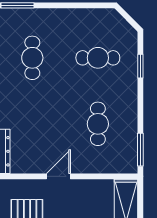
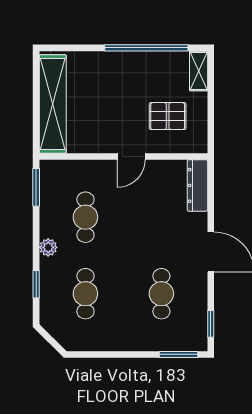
cafe table: (98, 58) -> (85, 294), turned 90
plant: (130, 98) -> (48, 247), added

